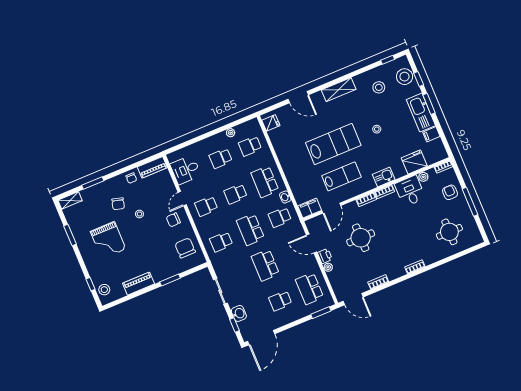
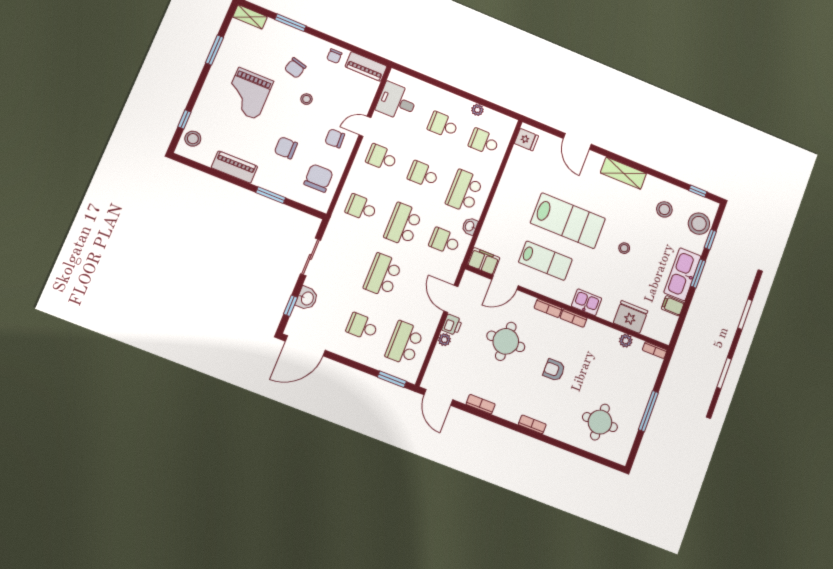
desk: (410, 191) -> (599, 342), removed
armchair: (450, 192) -> (554, 370), moved, turned -90
chair: (154, 249) -> (286, 148), added

